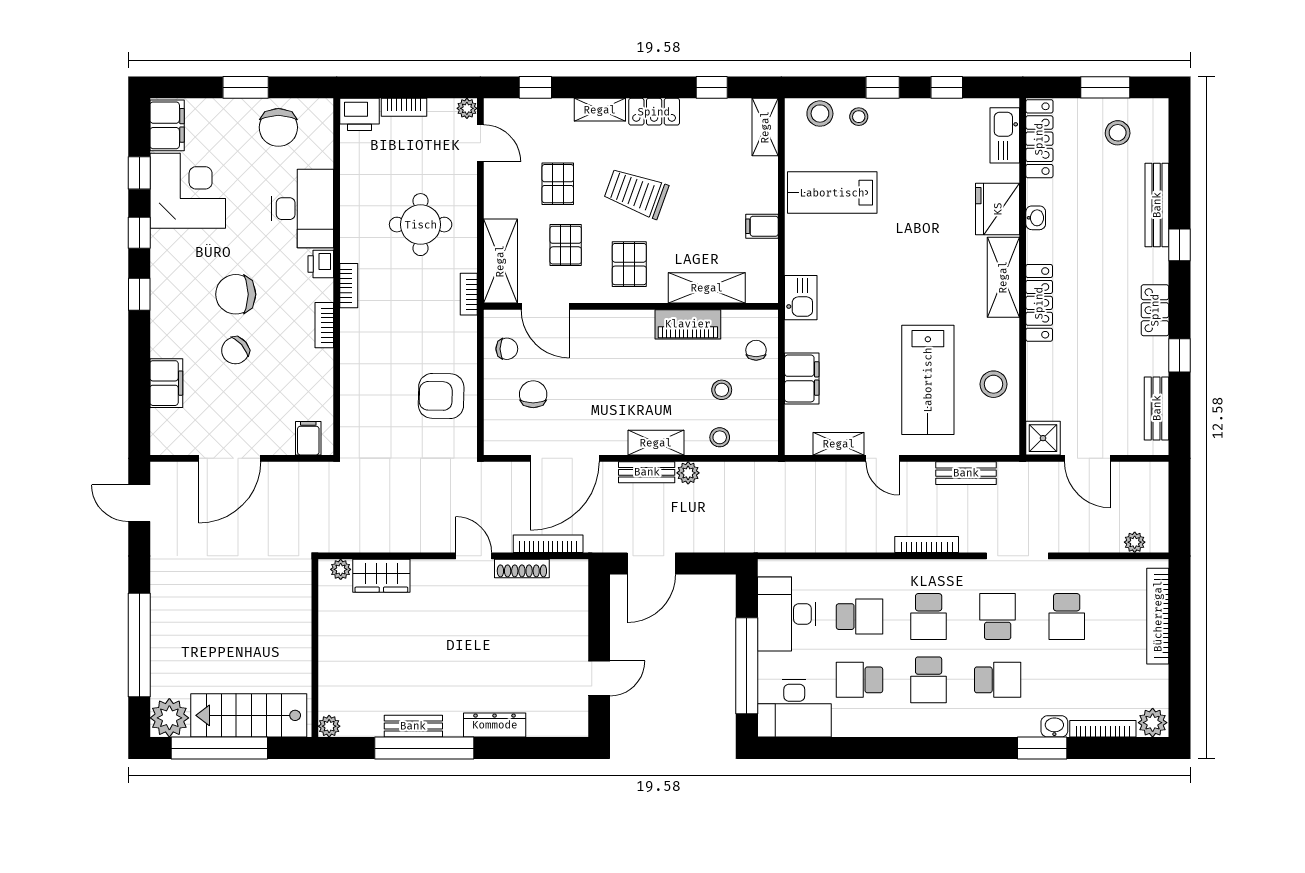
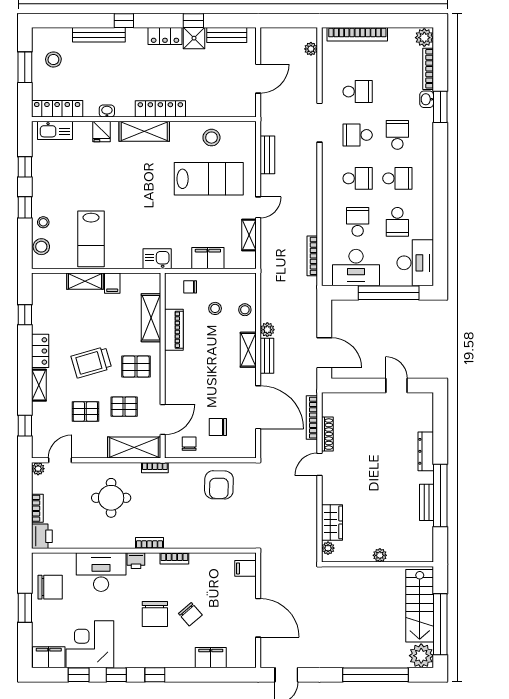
shelving: (765, 127) -> (85, 281), moved
trolley: (636, 193) -> (91, 362), turned 54
fridge: (998, 209) -> (101, 132), width x0.53, depth x0.75
shower: (1043, 438) -> (194, 38), moved
bookcase: (927, 545) -> (312, 256), moved
plant: (329, 726) -> (380, 555), moved

